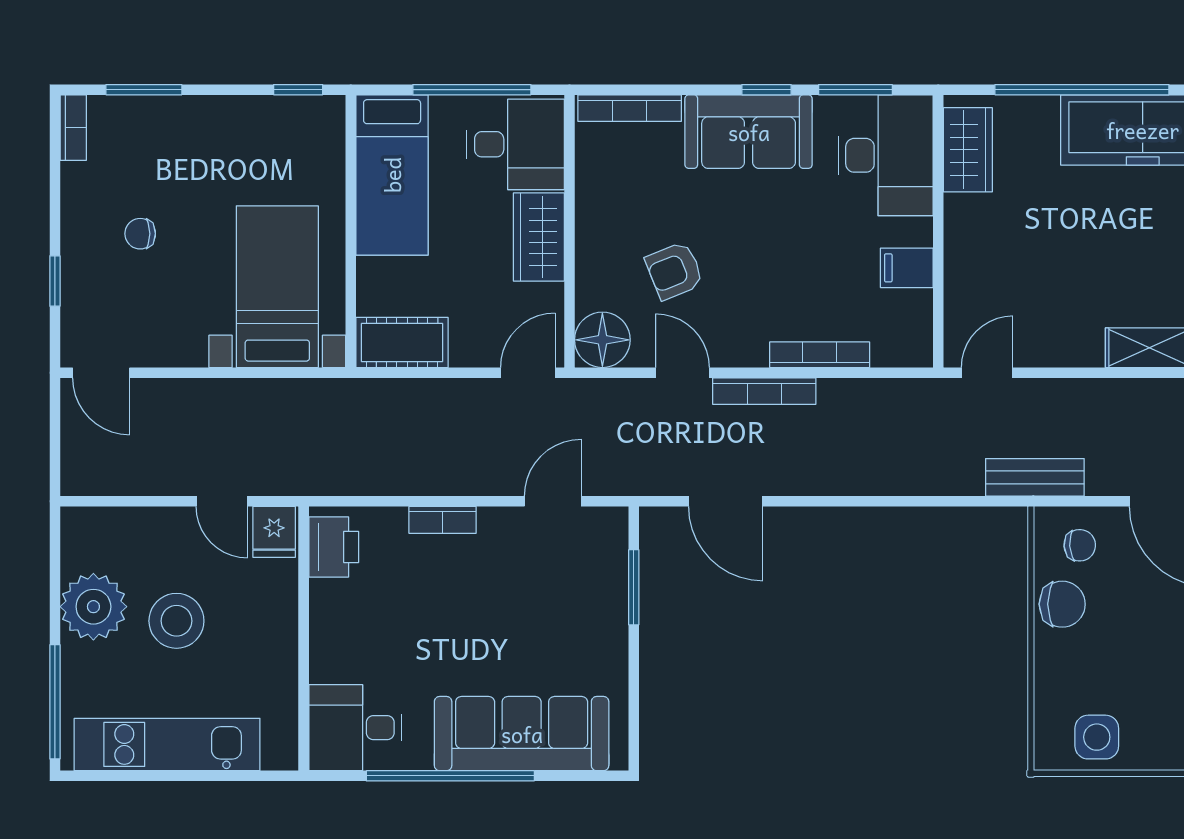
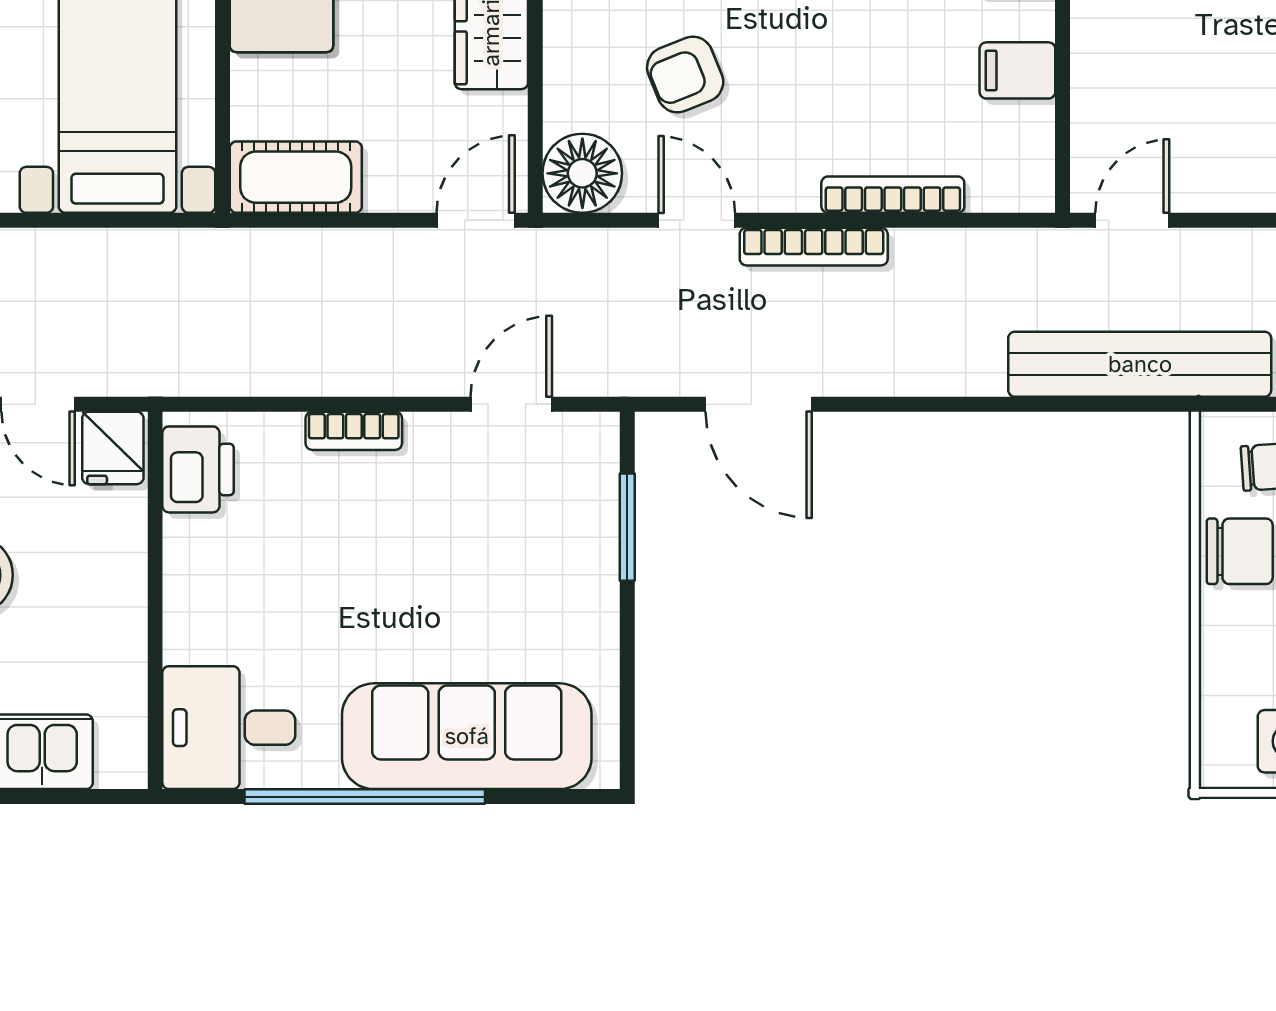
bench: (1035, 477) -> (1140, 364), width x1.86, depth x1.21

